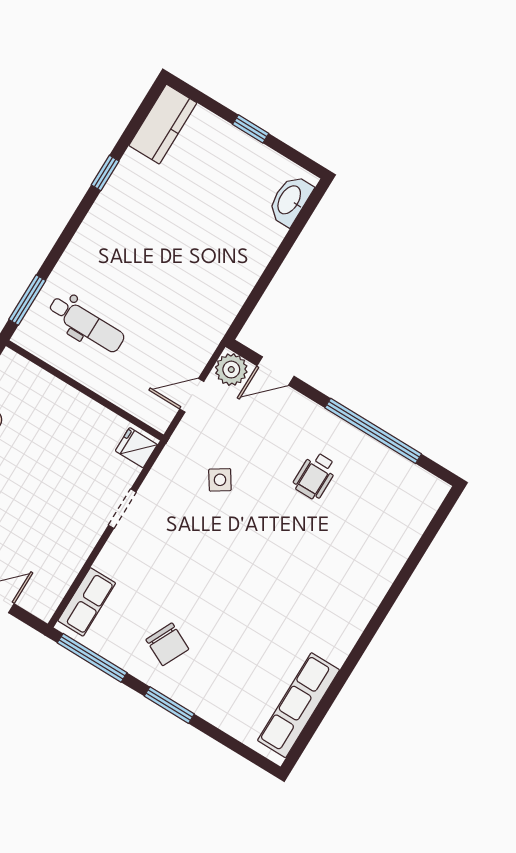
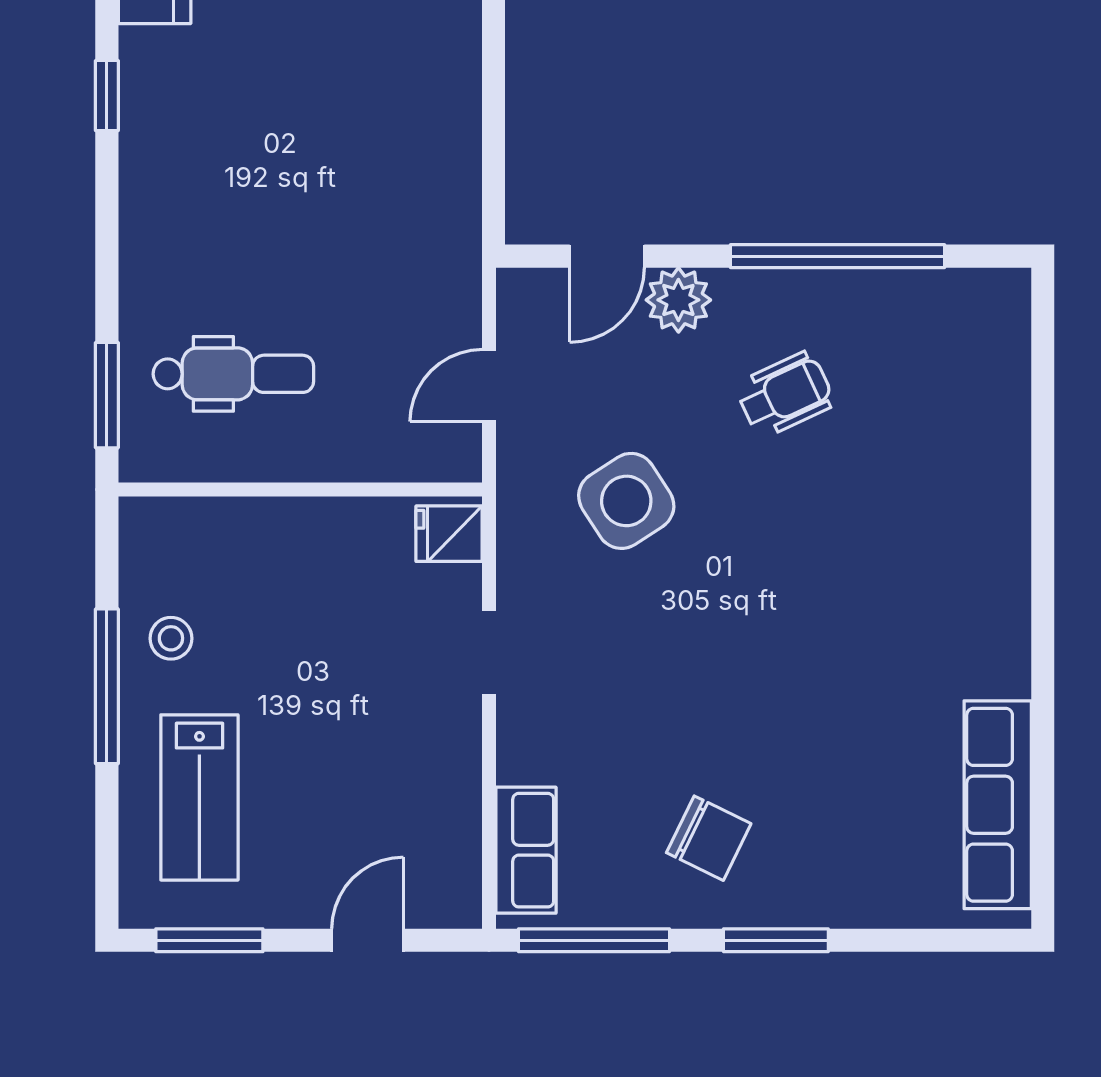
plant: (231, 370) -> (678, 300), moved
wheelchair: (315, 476) -> (785, 394), turned -115
side table: (220, 480) -> (626, 501), width x1.87, depth x1.87

